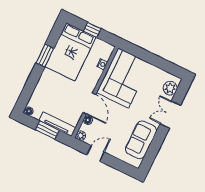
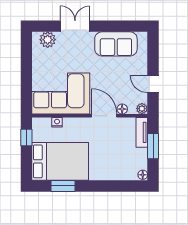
window: (92, 30) -> (26, 138), moved
window: (45, 56) -> (63, 186), moved
door: (89, 104) -> (104, 116), hinge flipped
double door: (170, 115) -> (75, 26), swing flipped
tv unit: (57, 124) -> (142, 132), width x0.71

